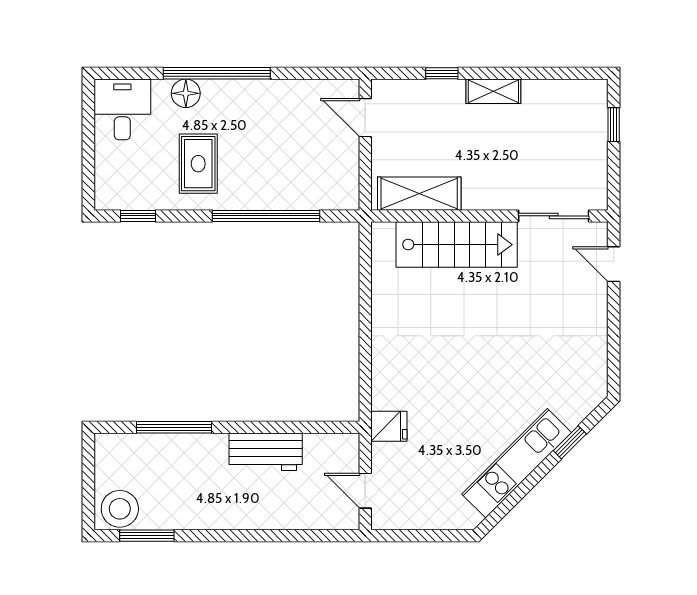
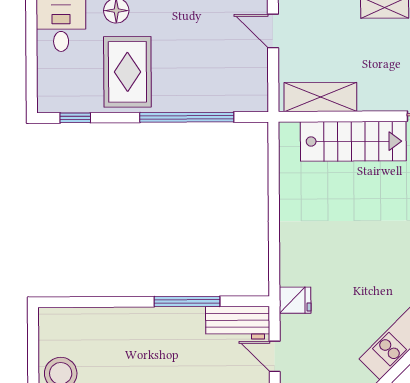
rug: (198, 164) -> (127, 72), width x1.36, depth x1.43
window: (174, 427) -> (187, 302), moved
workbench: (266, 452) -> (238, 323), moved

